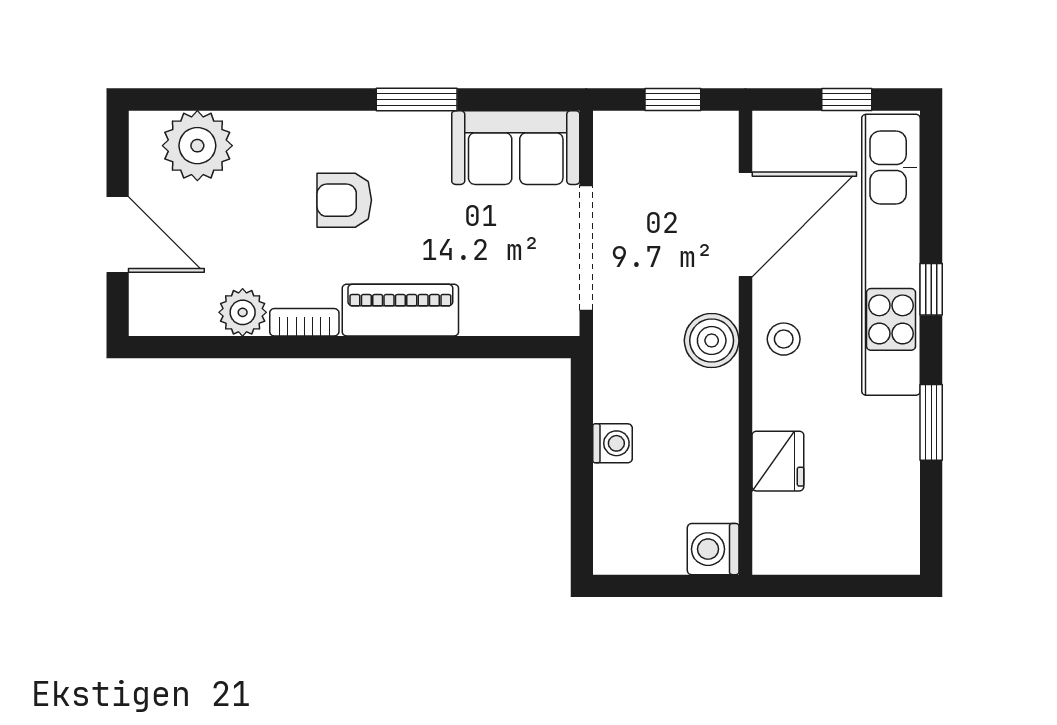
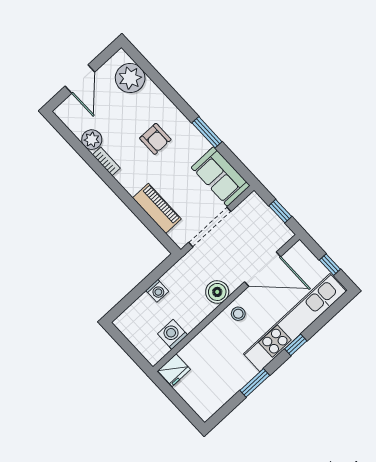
armchair: (344, 200) -> (155, 139), turned 180
piano: (400, 310) -> (157, 208), moved
fridge: (778, 461) -> (174, 370), moved
washing machine: (713, 549) -> (173, 334), moved

